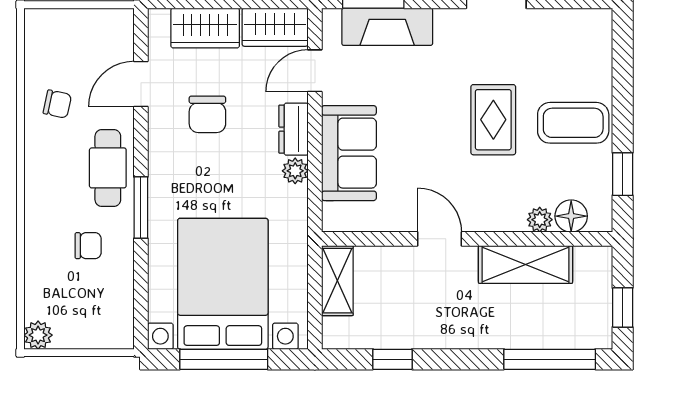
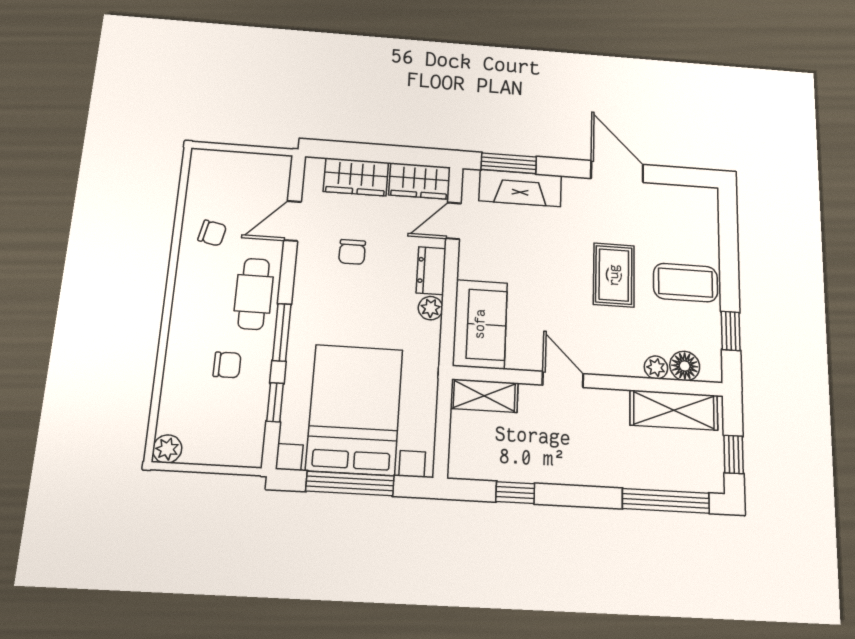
chair: (207, 114) -> (352, 252), width x0.73, depth x0.73
sofa: (349, 153) -> (480, 324), moved
shelving: (526, 264) -> (674, 410), moved
window: (141, 281) -> (275, 402), added
shelving: (337, 281) -> (484, 396), moved, turned 90

